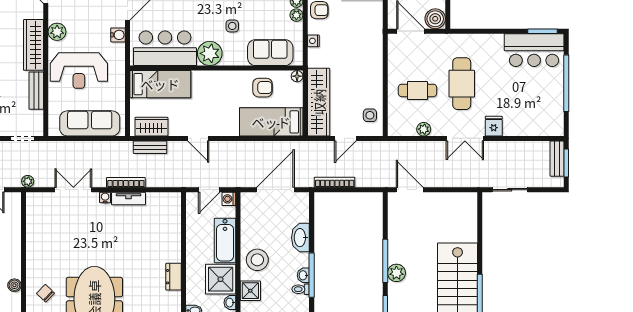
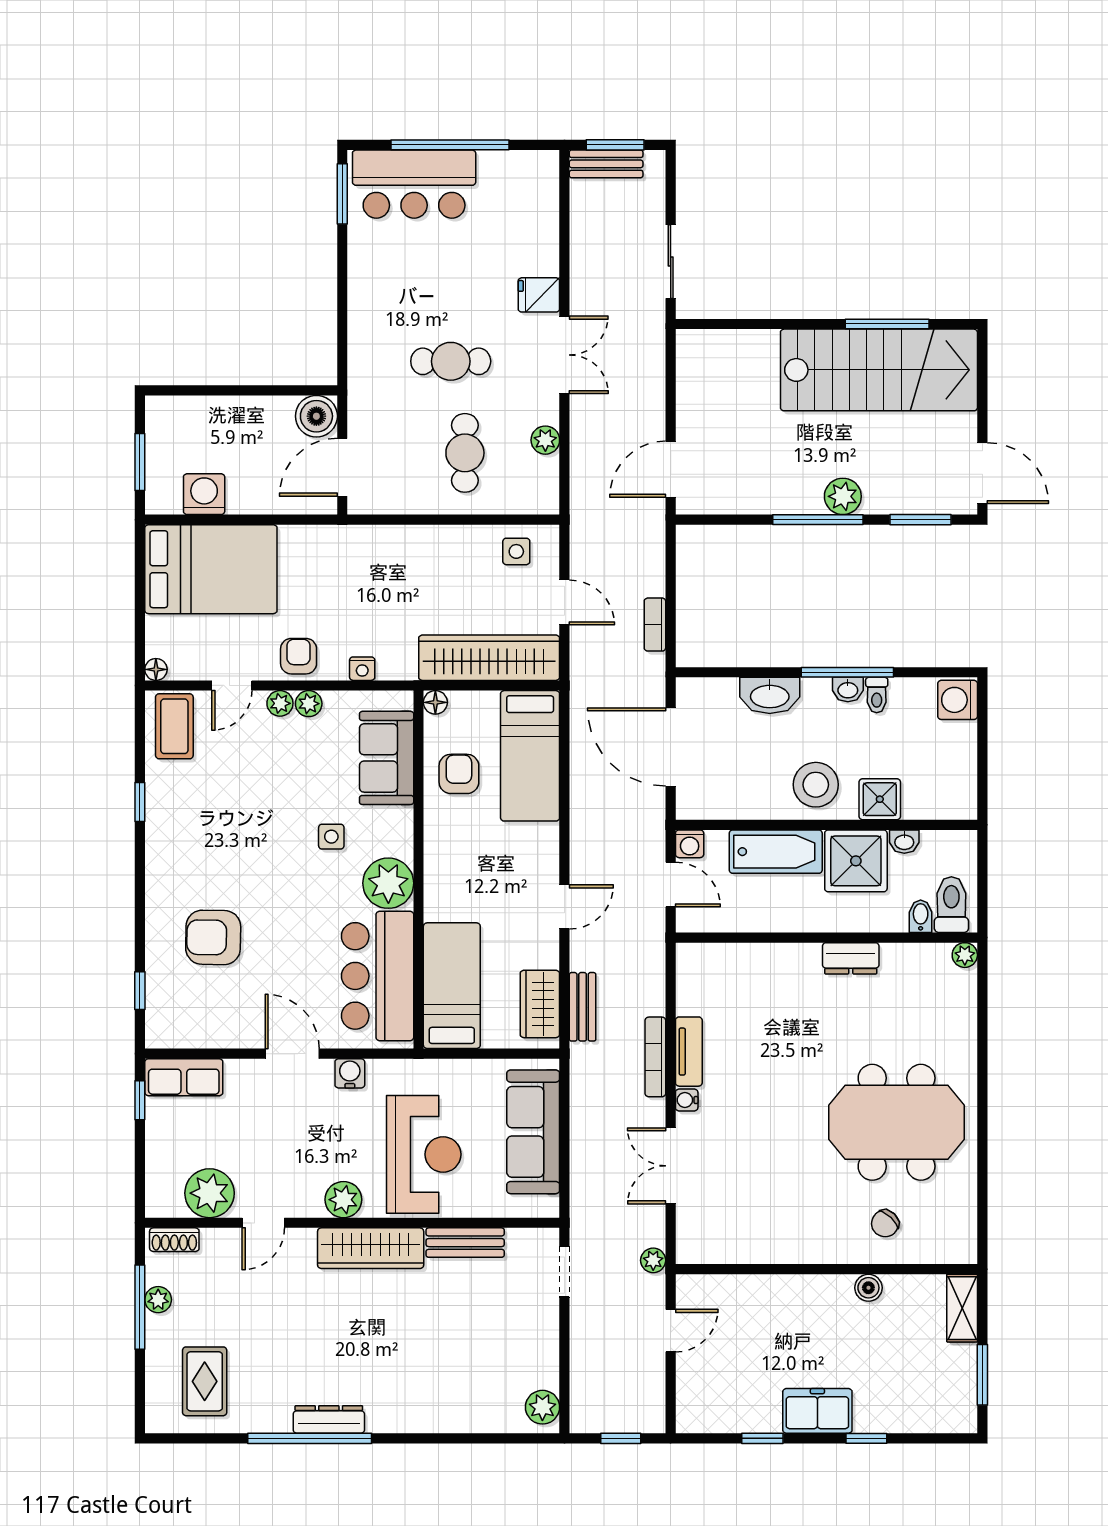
bar counter: (534, 50) -> (414, 184), moved, turned 90
cafe table: (462, 84) -> (451, 361), width x0.73, depth x0.74
bookcase: (335, 182) -> (655, 625), width x0.64

